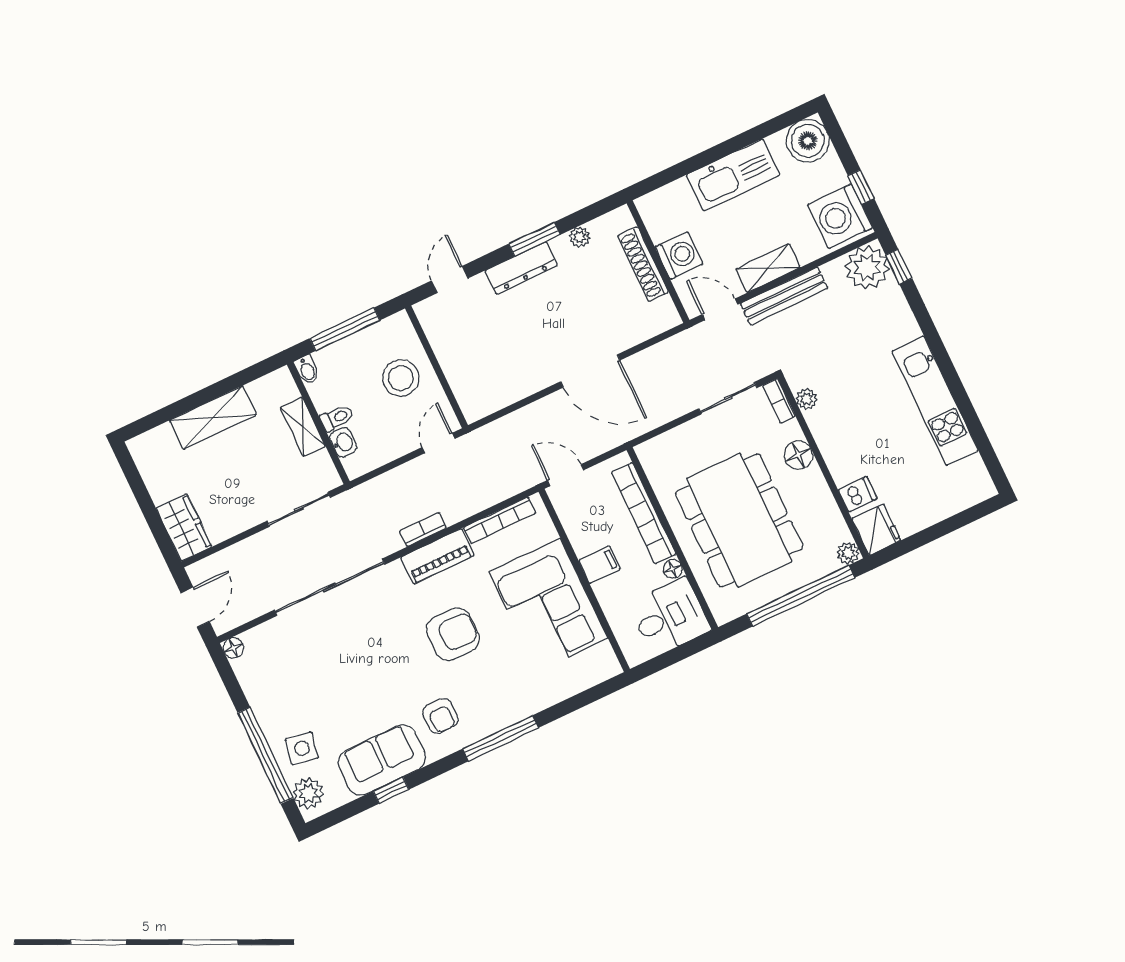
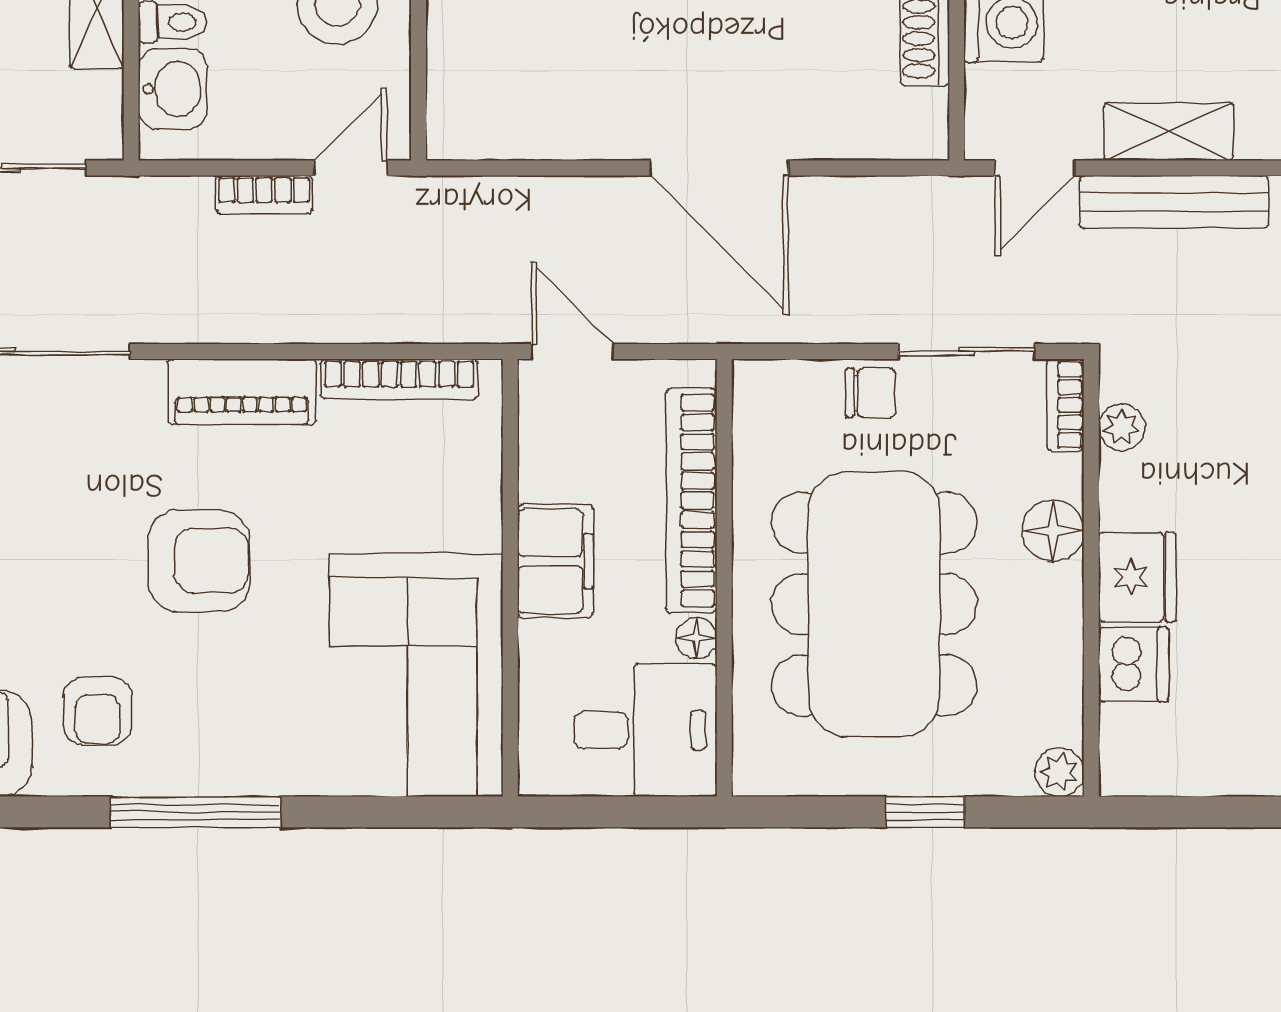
door: (720, 309) -> (1035, 168), swing flipped
chair: (696, 434) -> (871, 393), added
washbasin: (343, 443) -> (173, 89), width x1.38, depth x1.45
dishwasher: (858, 494) -> (1134, 664), width x1.38
fridge: (876, 529) -> (1137, 577), moved
bookcase: (423, 530) -> (264, 195), moved, turned 180
filing cabinet: (600, 565) -> (555, 561), width x2.00
window: (801, 596) -> (925, 812), width x0.32
corner sofa: (548, 605) -> (416, 675), moved

